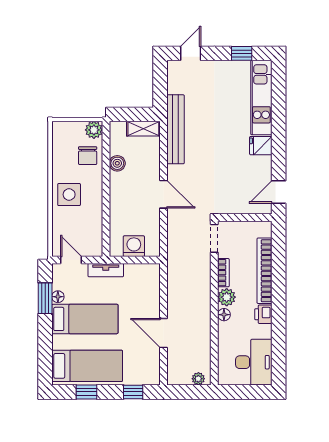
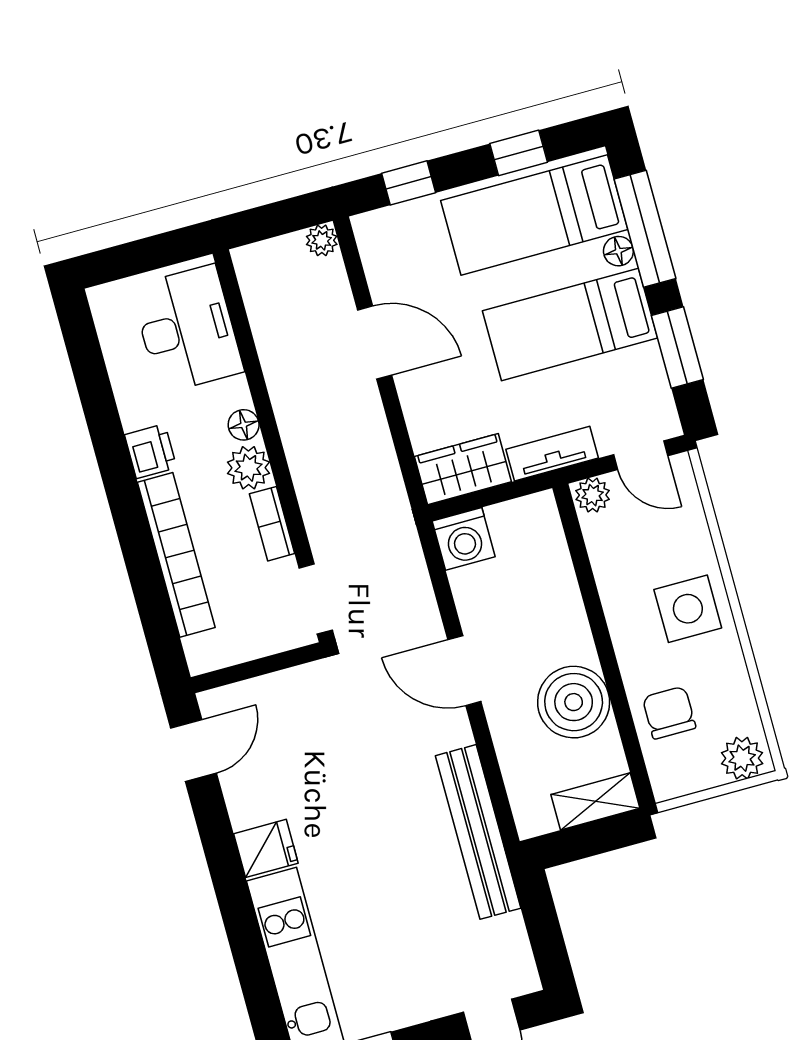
shelving: (143, 129) -> (595, 801), moved
plant: (94, 130) -> (742, 758), moved
boiler: (117, 163) -> (574, 702), width x1.86, depth x1.86
washing machine: (134, 246) -> (464, 539), moved
plant: (94, 249) -> (593, 495), added
wardrobe: (143, 274) -> (463, 469), added
floor lamp: (58, 297) -> (618, 251), moved
window: (45, 349) -> (645, 229), added
desk: (254, 362) -> (187, 329), moved, turned 180
plant: (198, 379) -> (322, 240), moved

